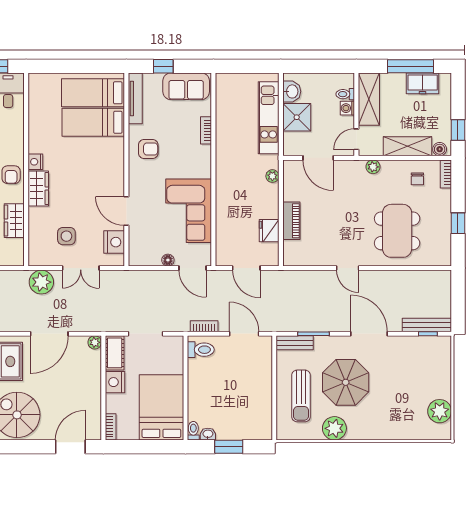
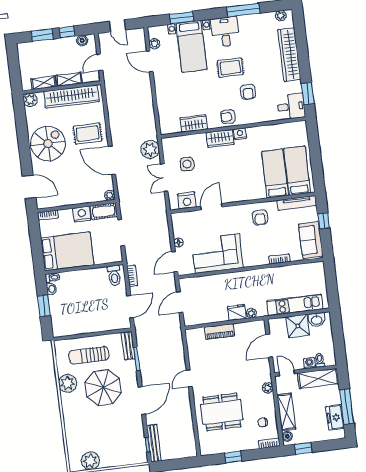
fridge: (269, 231) -> (237, 313), moved

